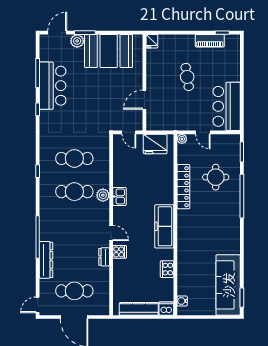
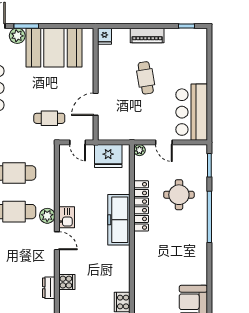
piano: (210, 41) -> (147, 35), moved
cafe table: (105, 112) -> (49, 118), added
freezer: (164, 226) -> (119, 220), moved
door: (111, 233) -> (57, 241), moved

